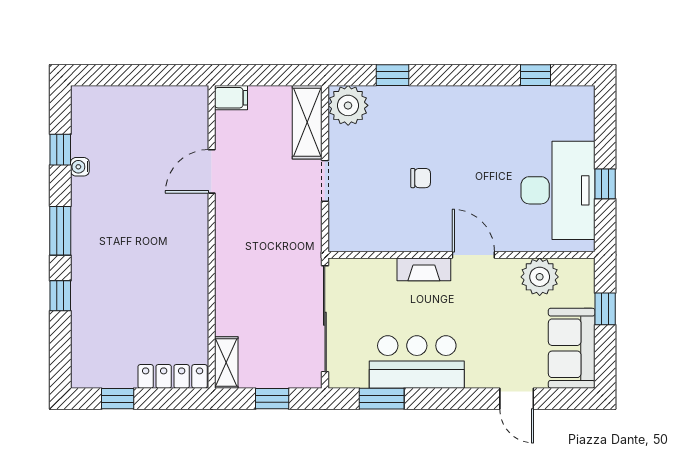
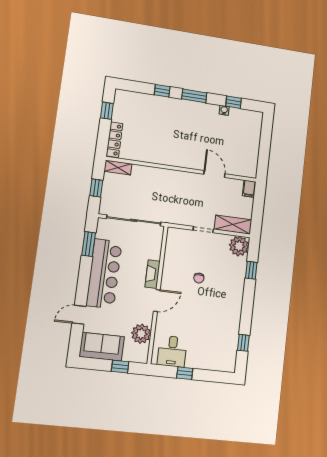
desk: (558, 190) -> (172, 351), width x0.53, depth x0.77
bar counter: (417, 362) -> (104, 274), width x1.36

